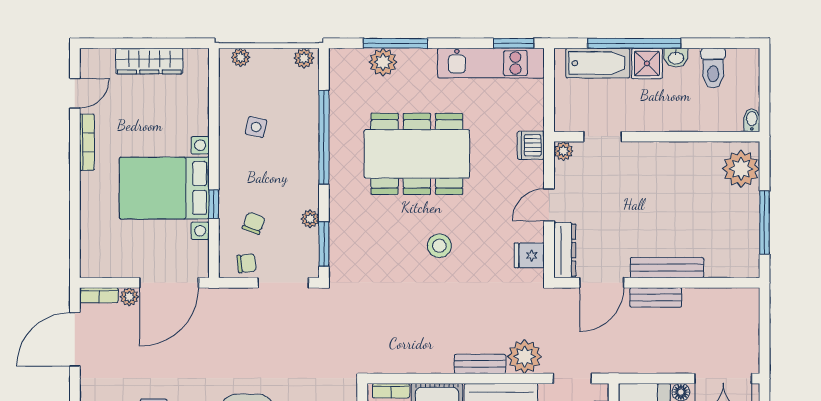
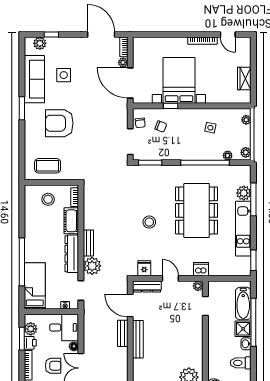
wardrobe: (149, 61) -> (244, 79), width x0.67
kitchen unit: (491, 63) -> (243, 229), moved
plant: (310, 219) -> (228, 156), moved

